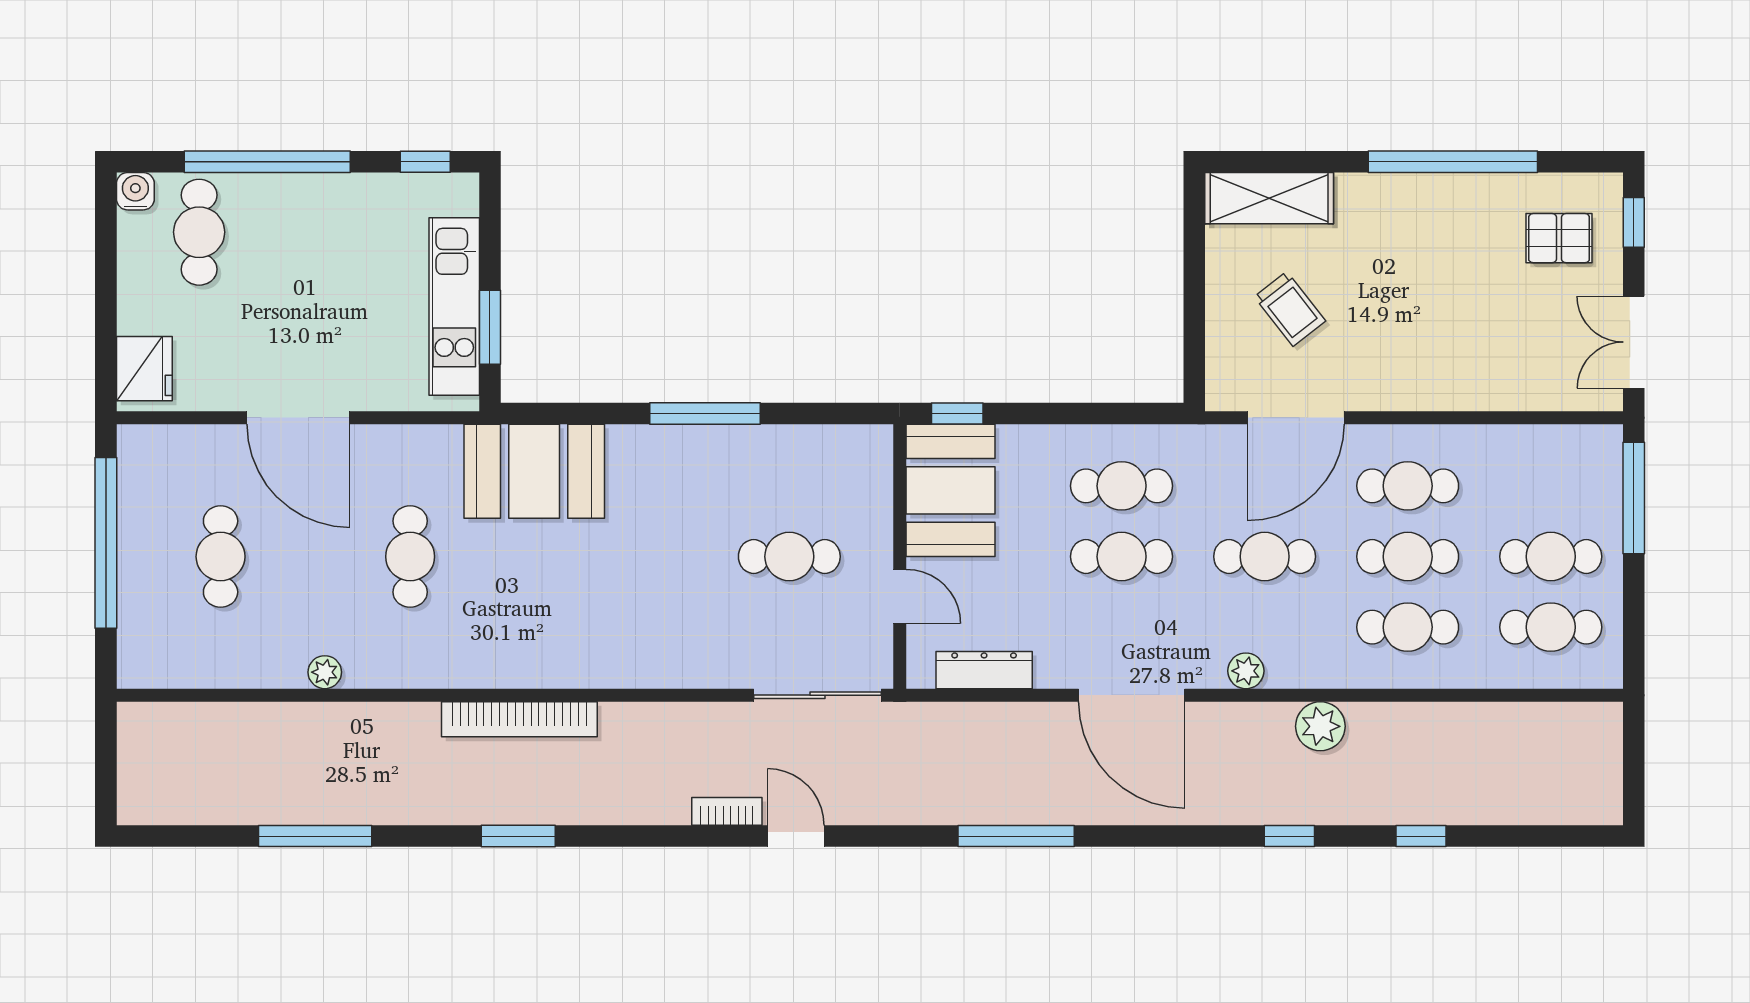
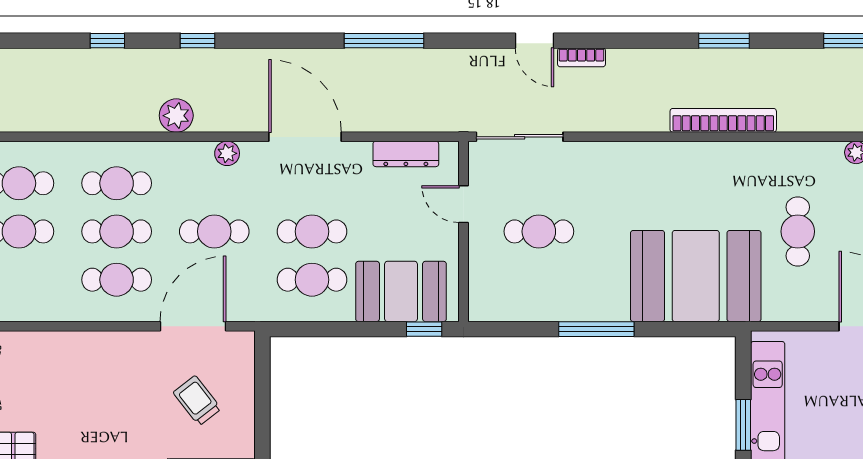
window: (490, 327) -> (743, 425), moved
booth: (534, 471) -> (696, 276), width x1.36, depth x1.42
booth: (951, 490) -> (401, 291), moved, turned 90

